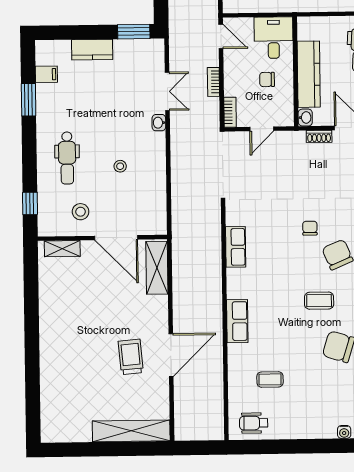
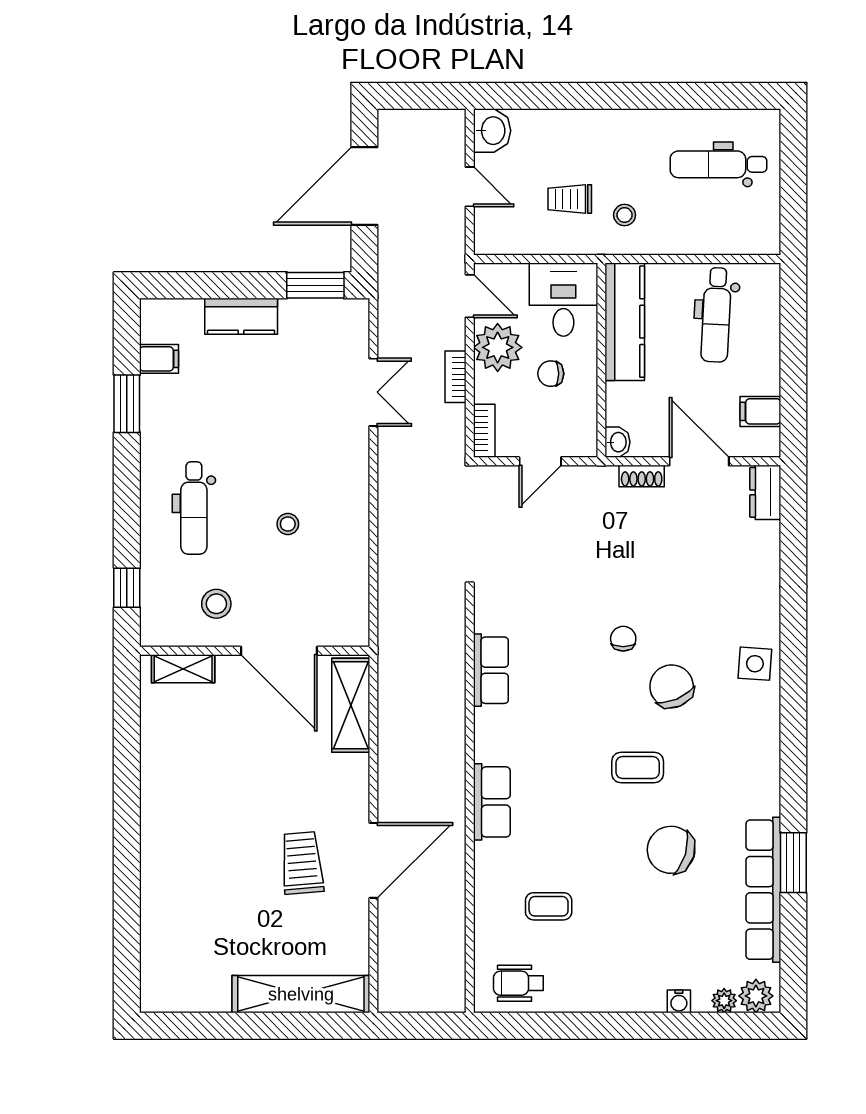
plant: (237, 65) -> (498, 347), added
kitchen counter: (309, 74) -> (625, 322), moved
washbasin: (159, 123) -> (358, 448), removed

